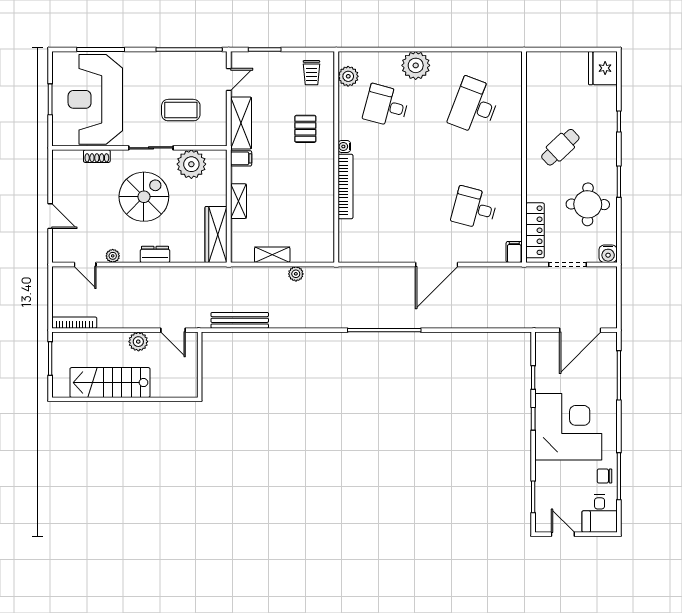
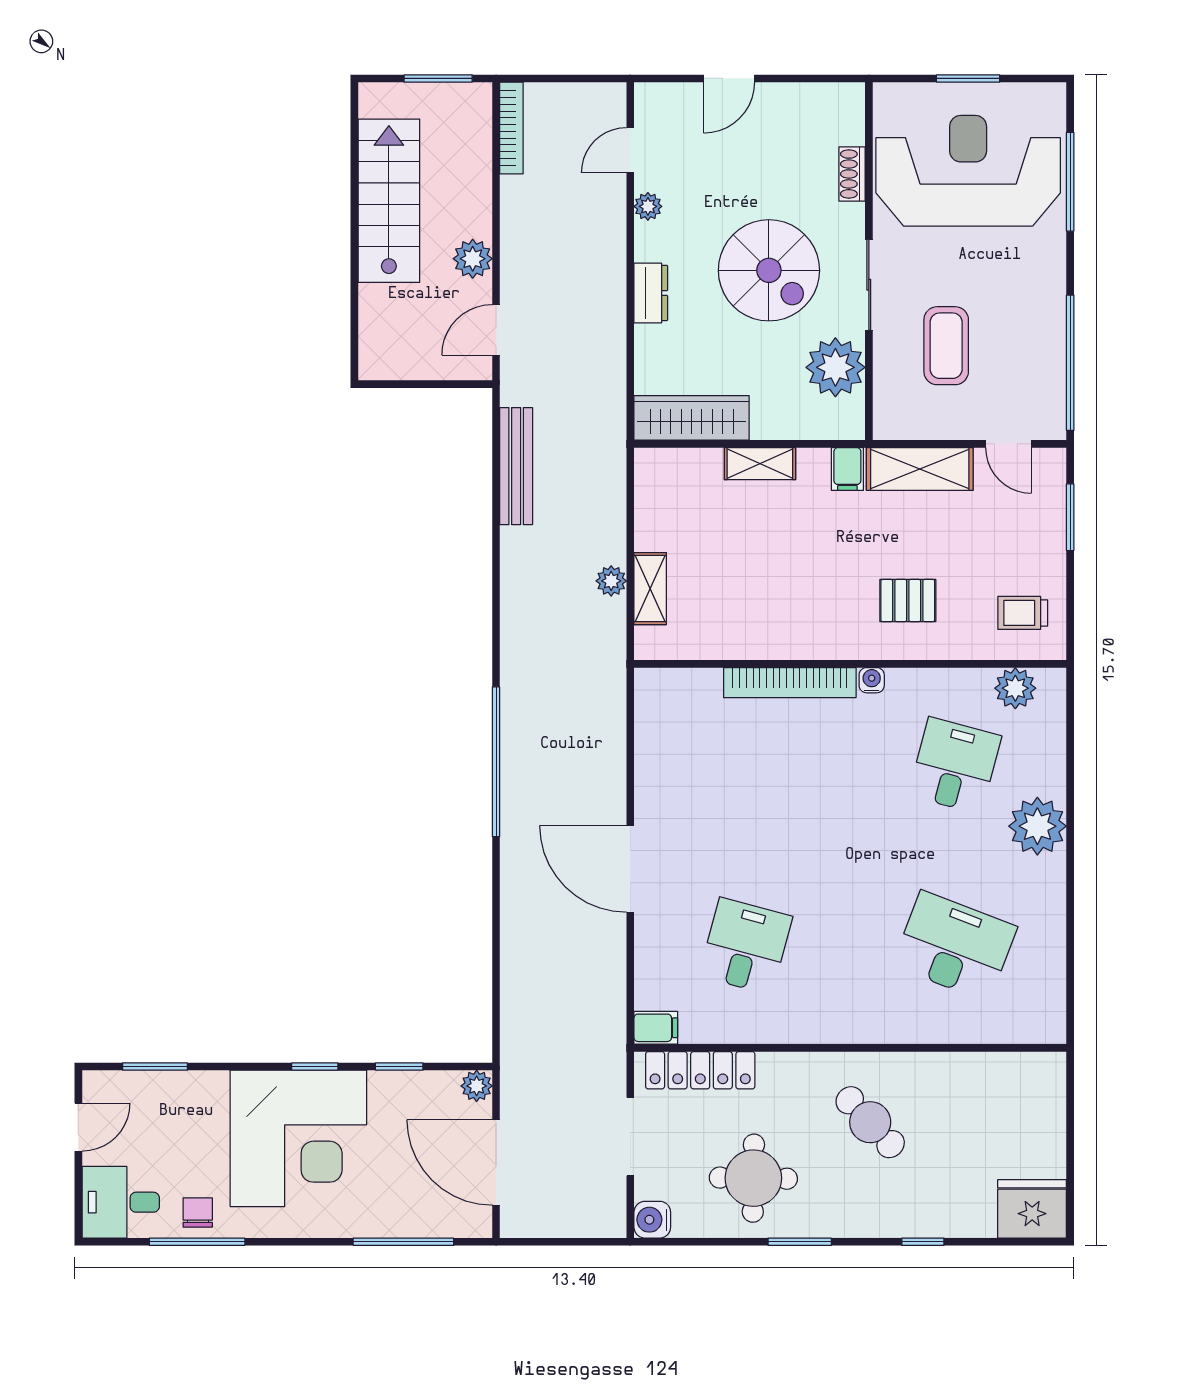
shelving: (272, 255) -> (650, 589), moved
plant: (543, 340) -> (477, 1086), added

